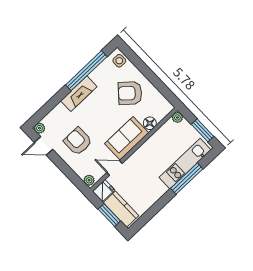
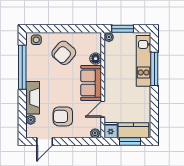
fireplace: (79, 94) -> (33, 98), moved
plant: (39, 128) -> (31, 120), moved
window: (203, 130) -> (123, 29), moved

